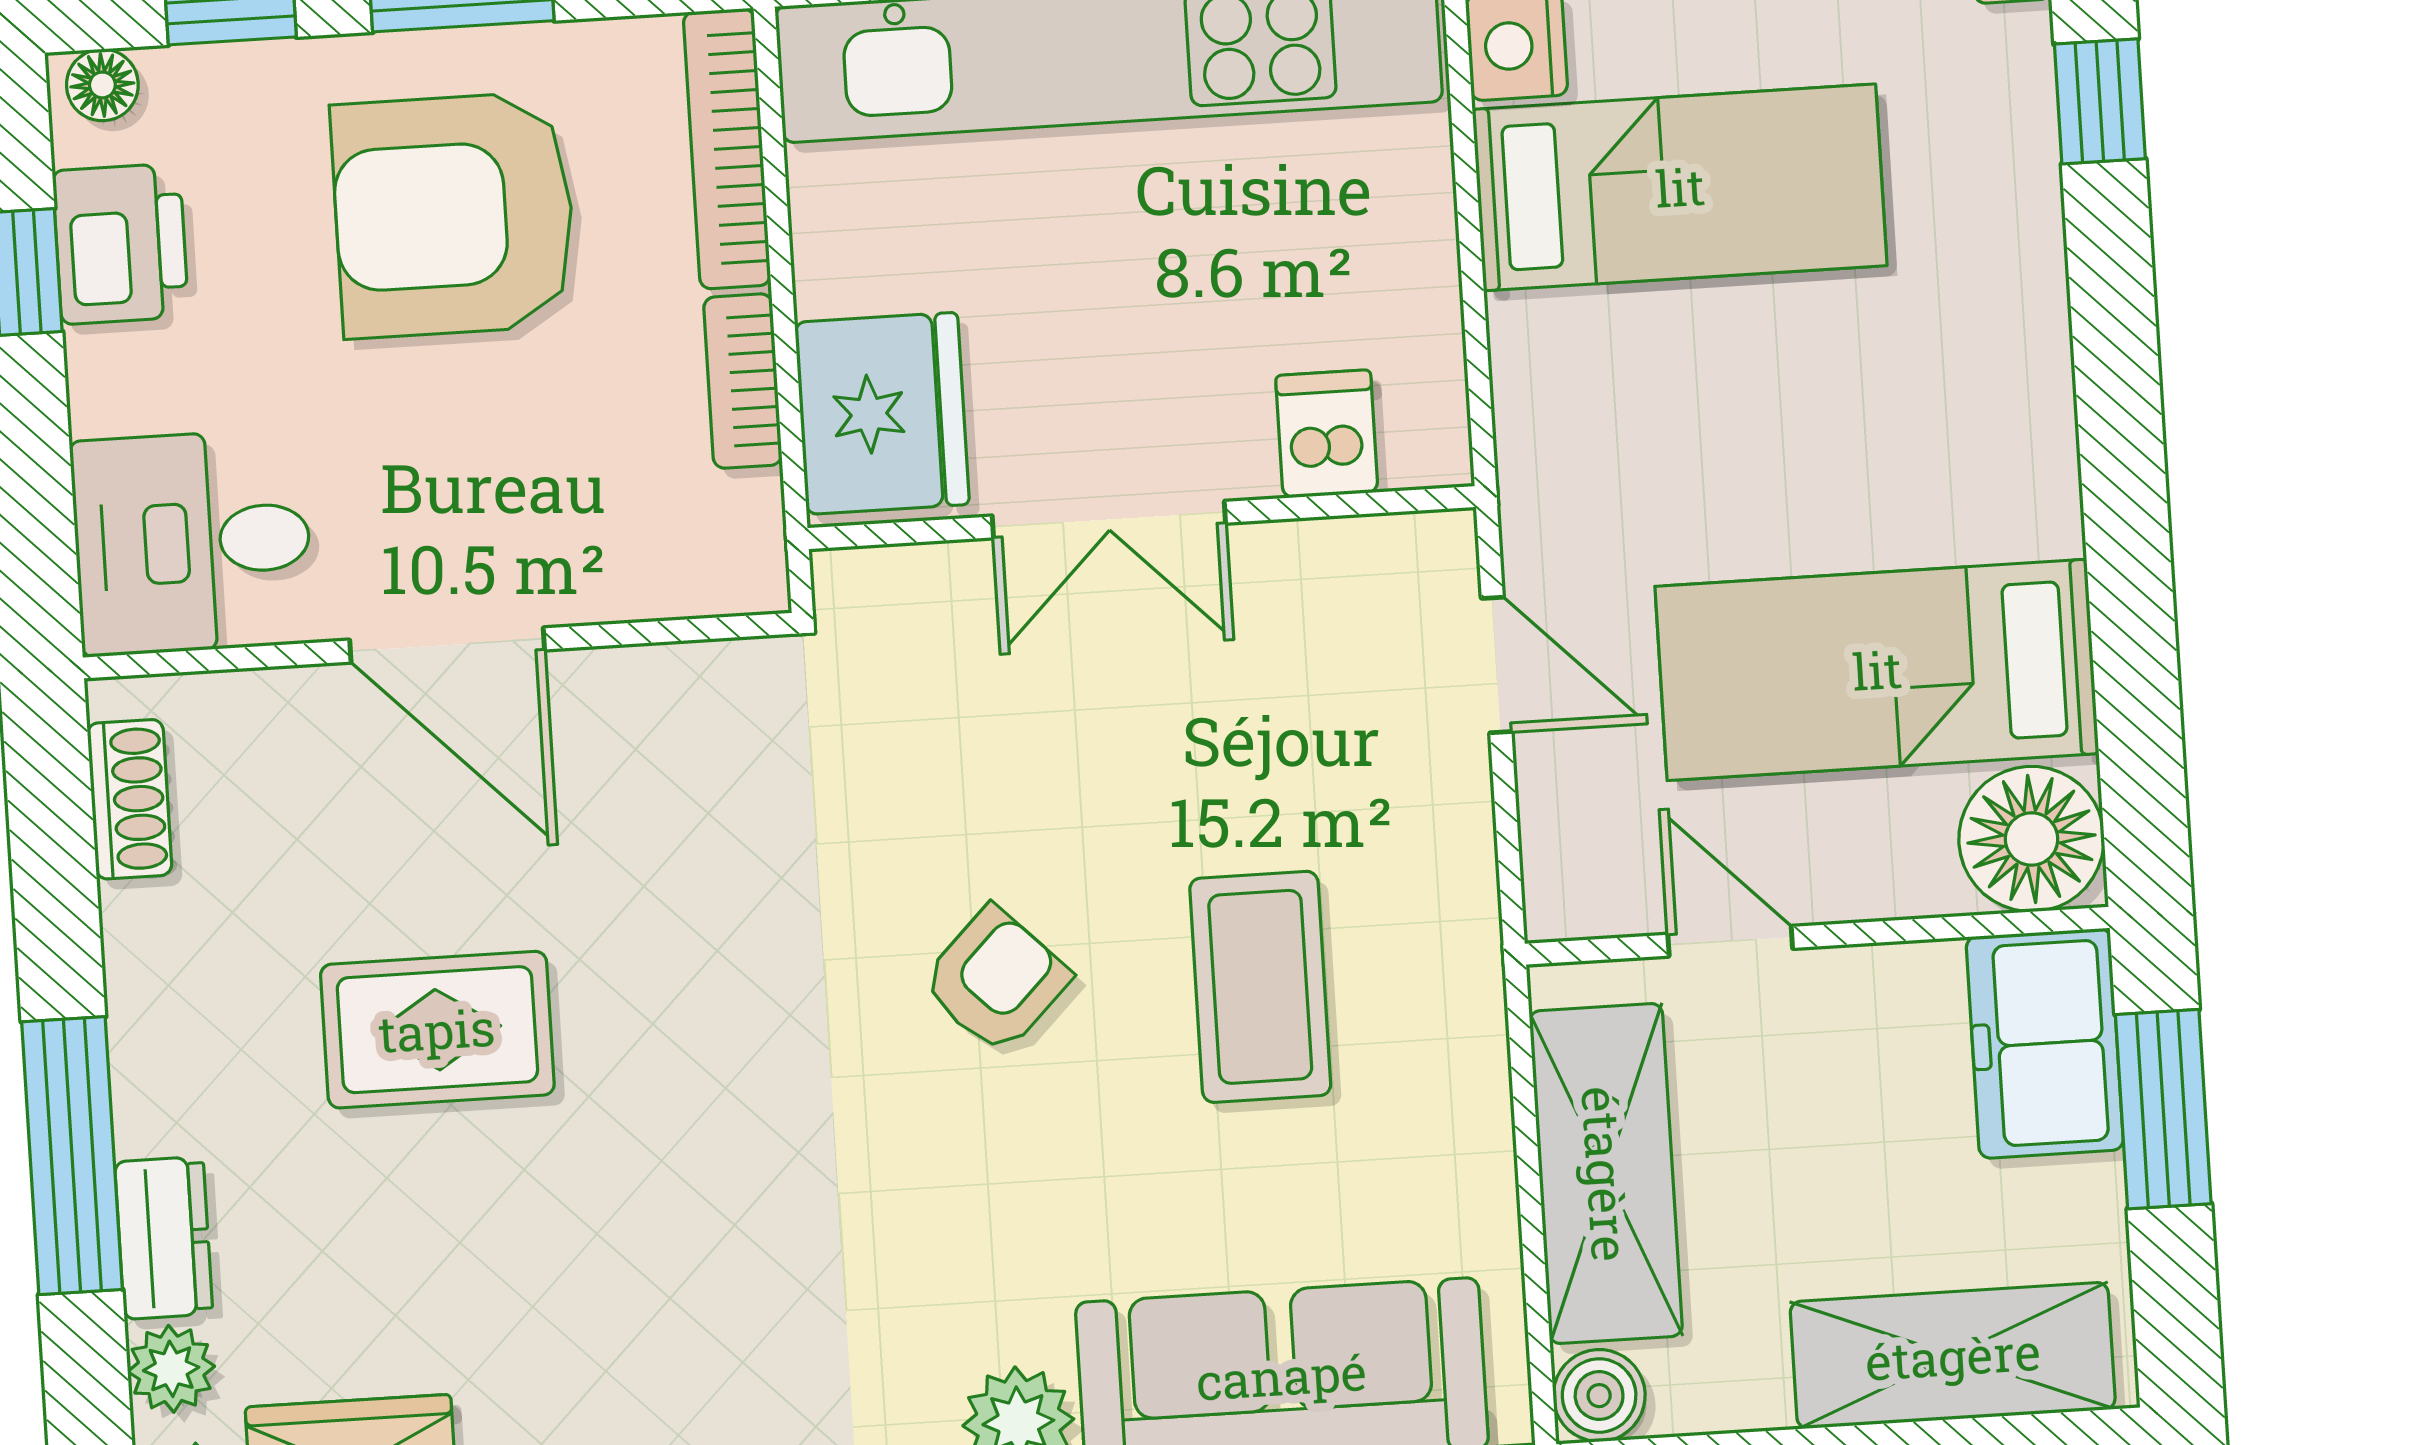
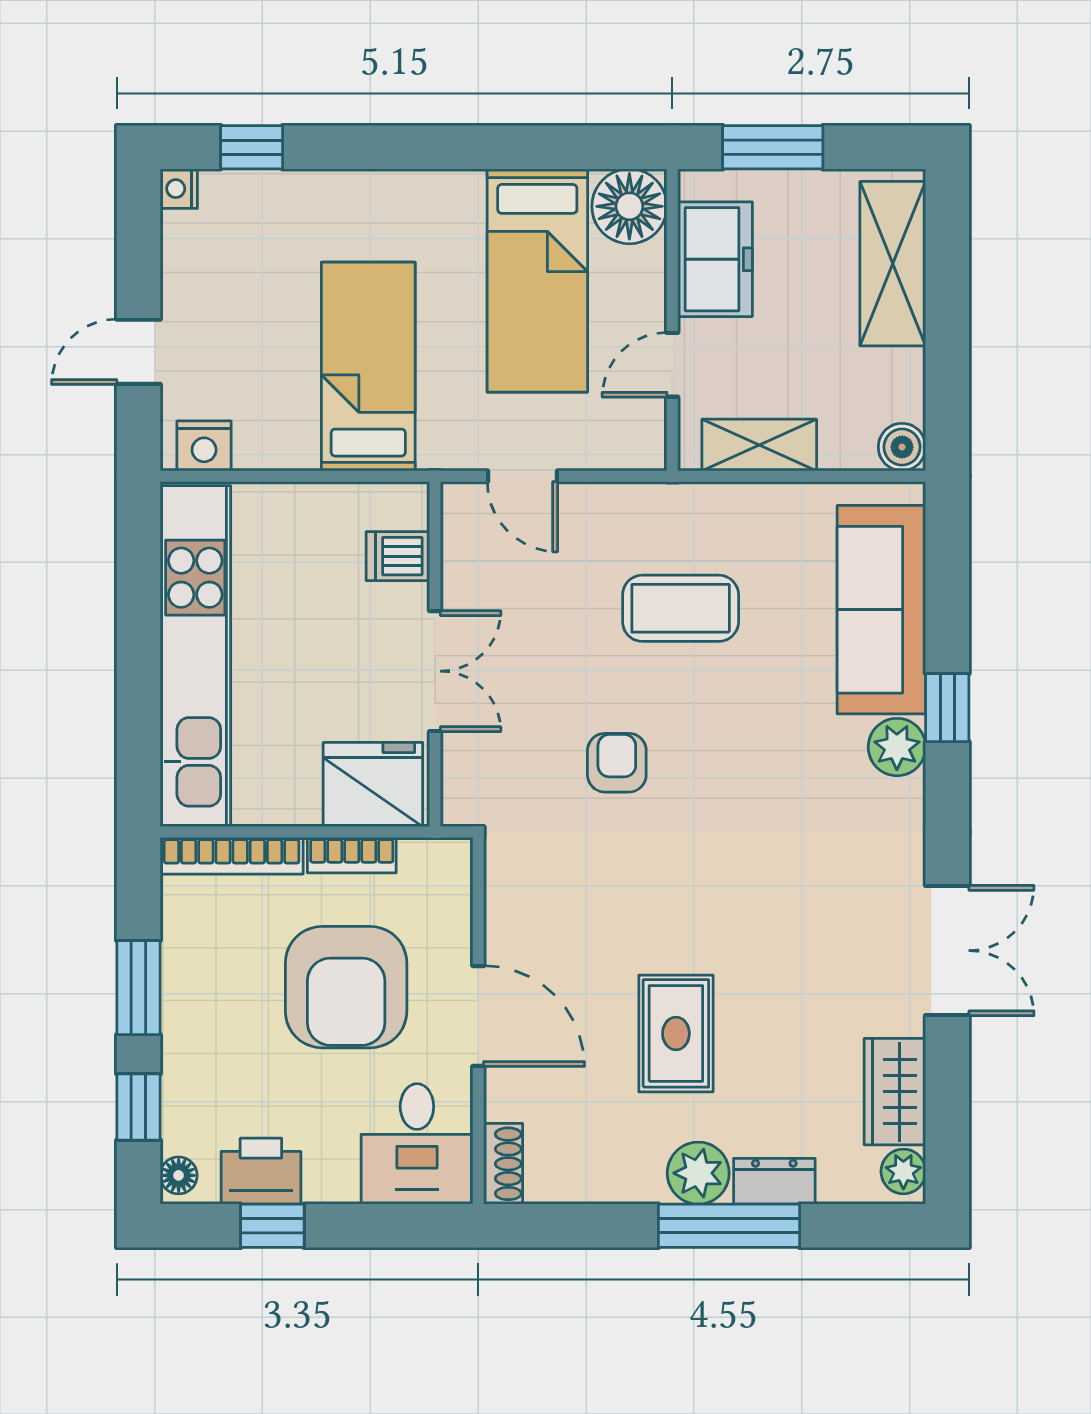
bed: (1680, 187) -> (368, 366), moved
armchair: (454, 215) -> (346, 987), moved
door: (447, 645) -> (478, 1016), hinge flipped
door: (1497, 665) -> (522, 476), swing flipped
shoe rack: (130, 799) -> (503, 1164), moved, turned 90
armchair: (996, 980) -> (617, 763), moved, turned 45
freezer: (2045, 1043) -> (715, 259), moved, turned -90
shelving: (1606, 1174) -> (759, 445), width x0.67, depth x0.75
plant: (171, 1369) -> (698, 1173), moved, width x1.38, depth x1.38

